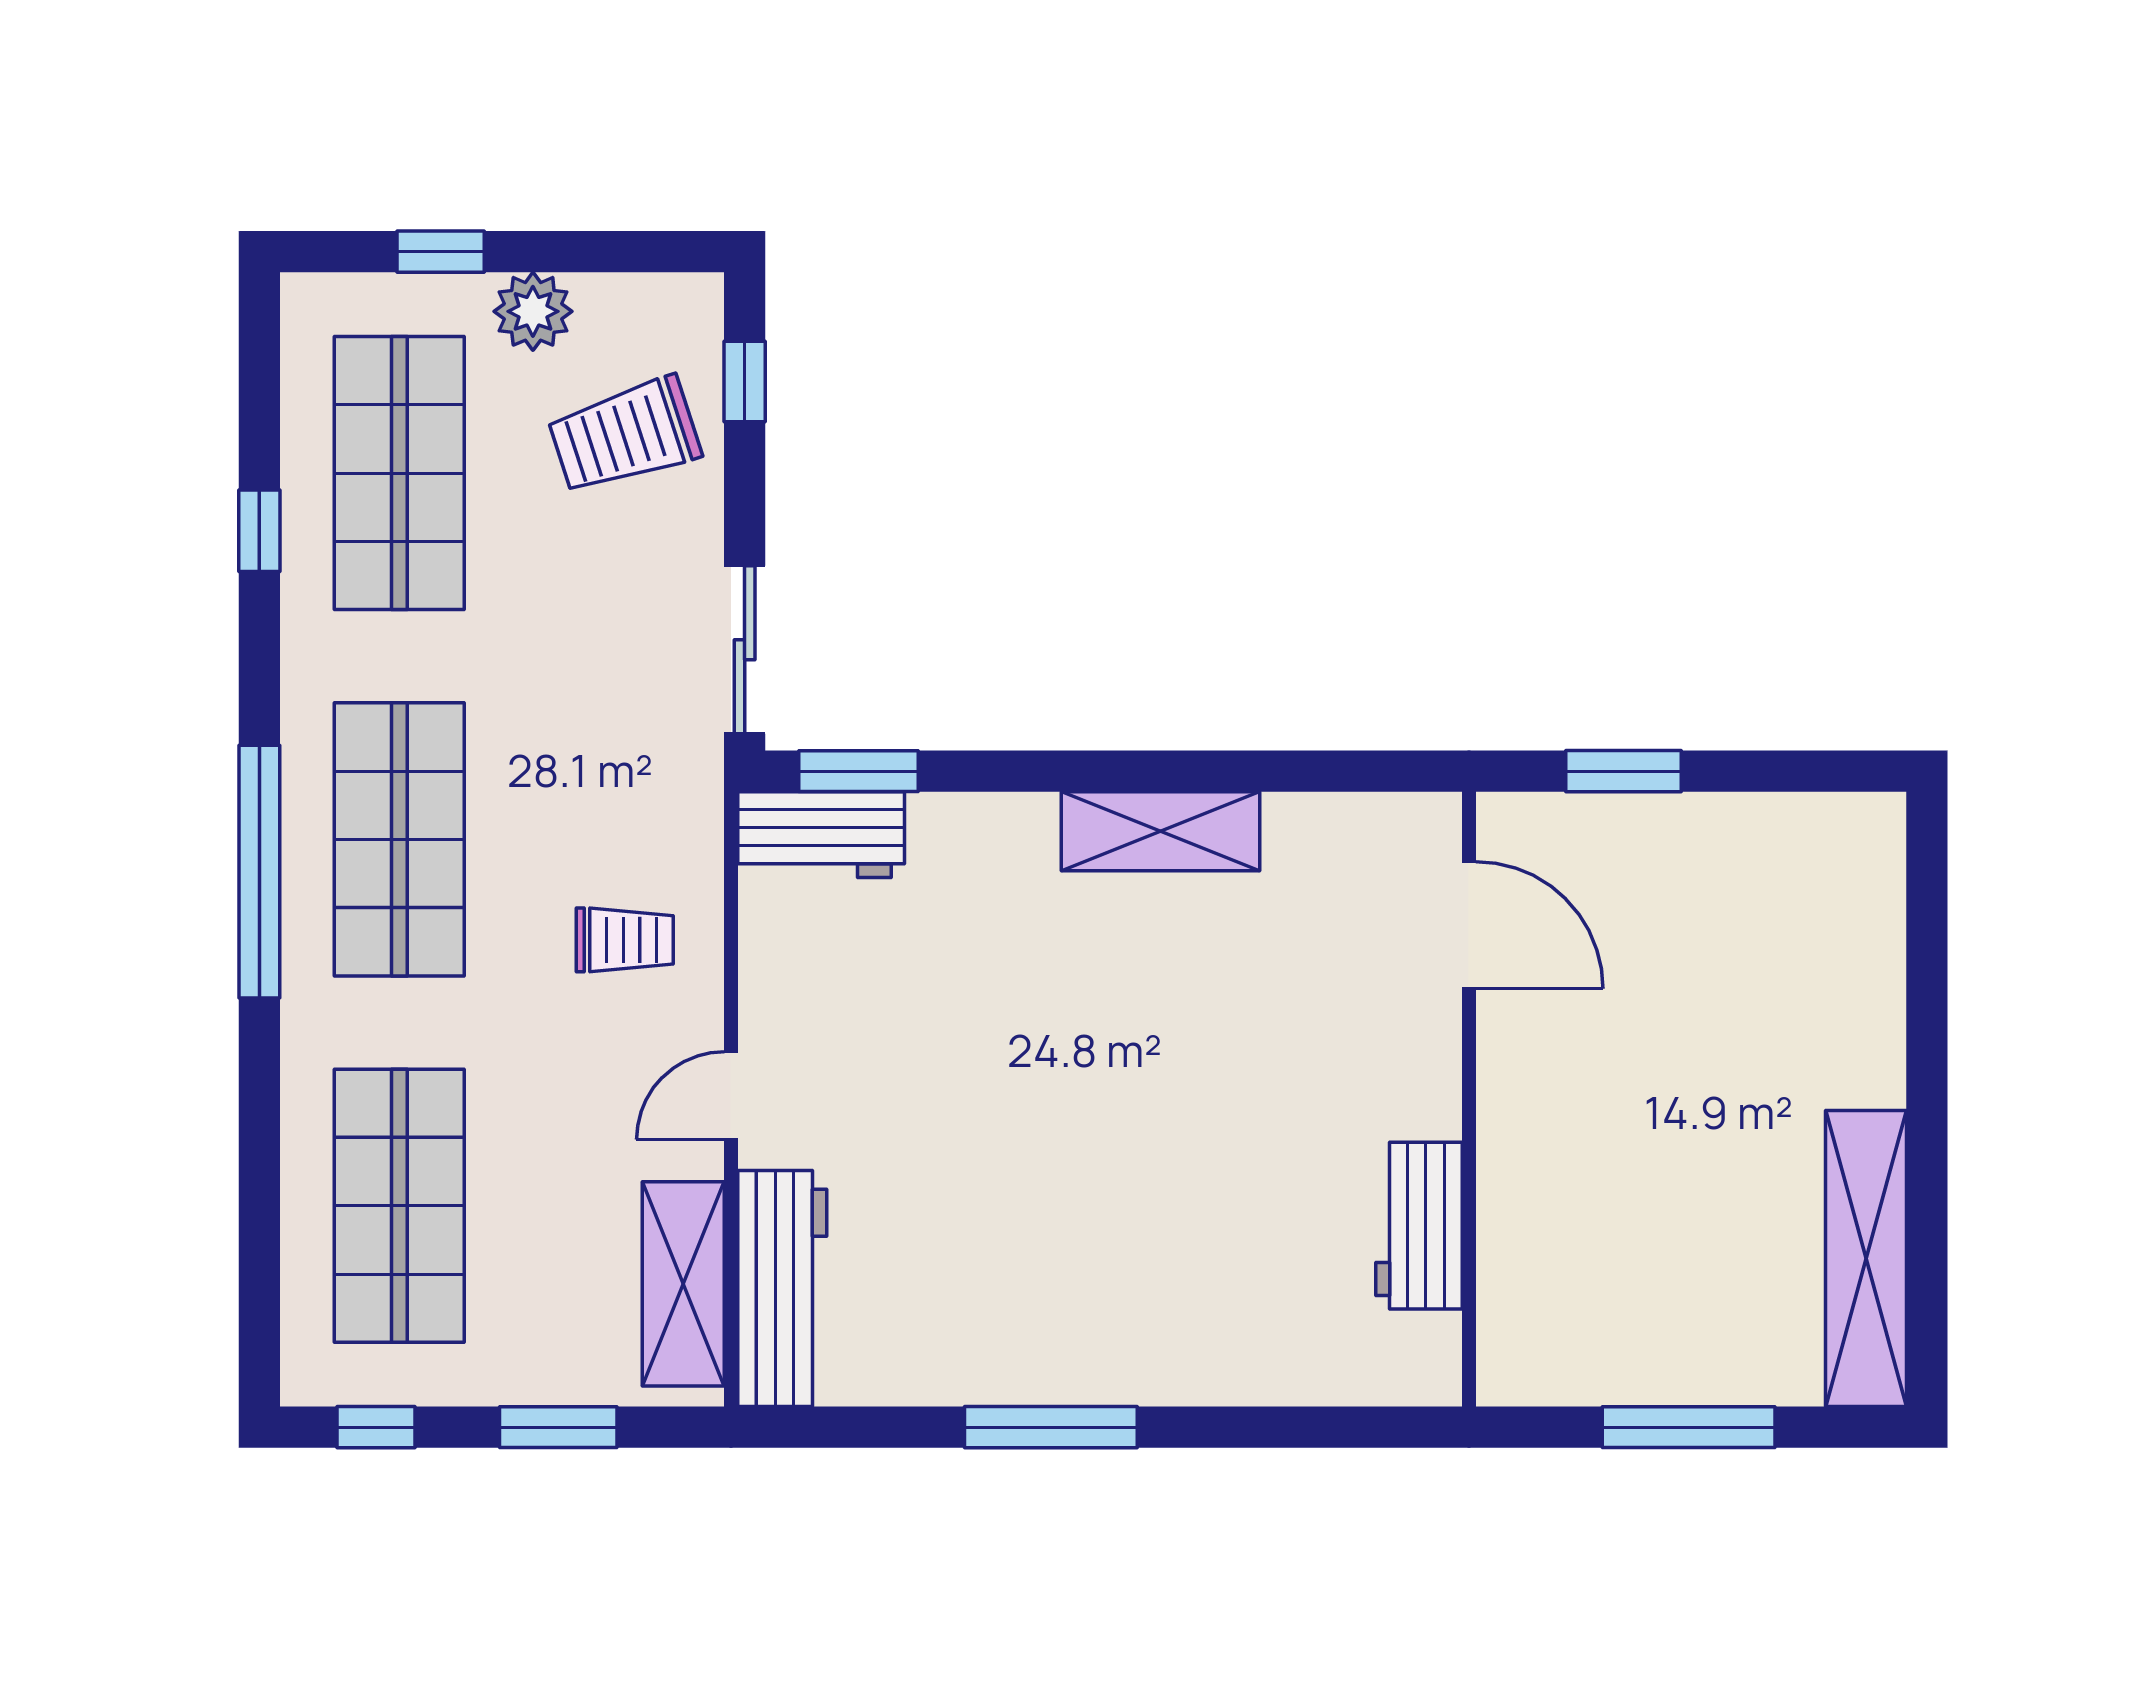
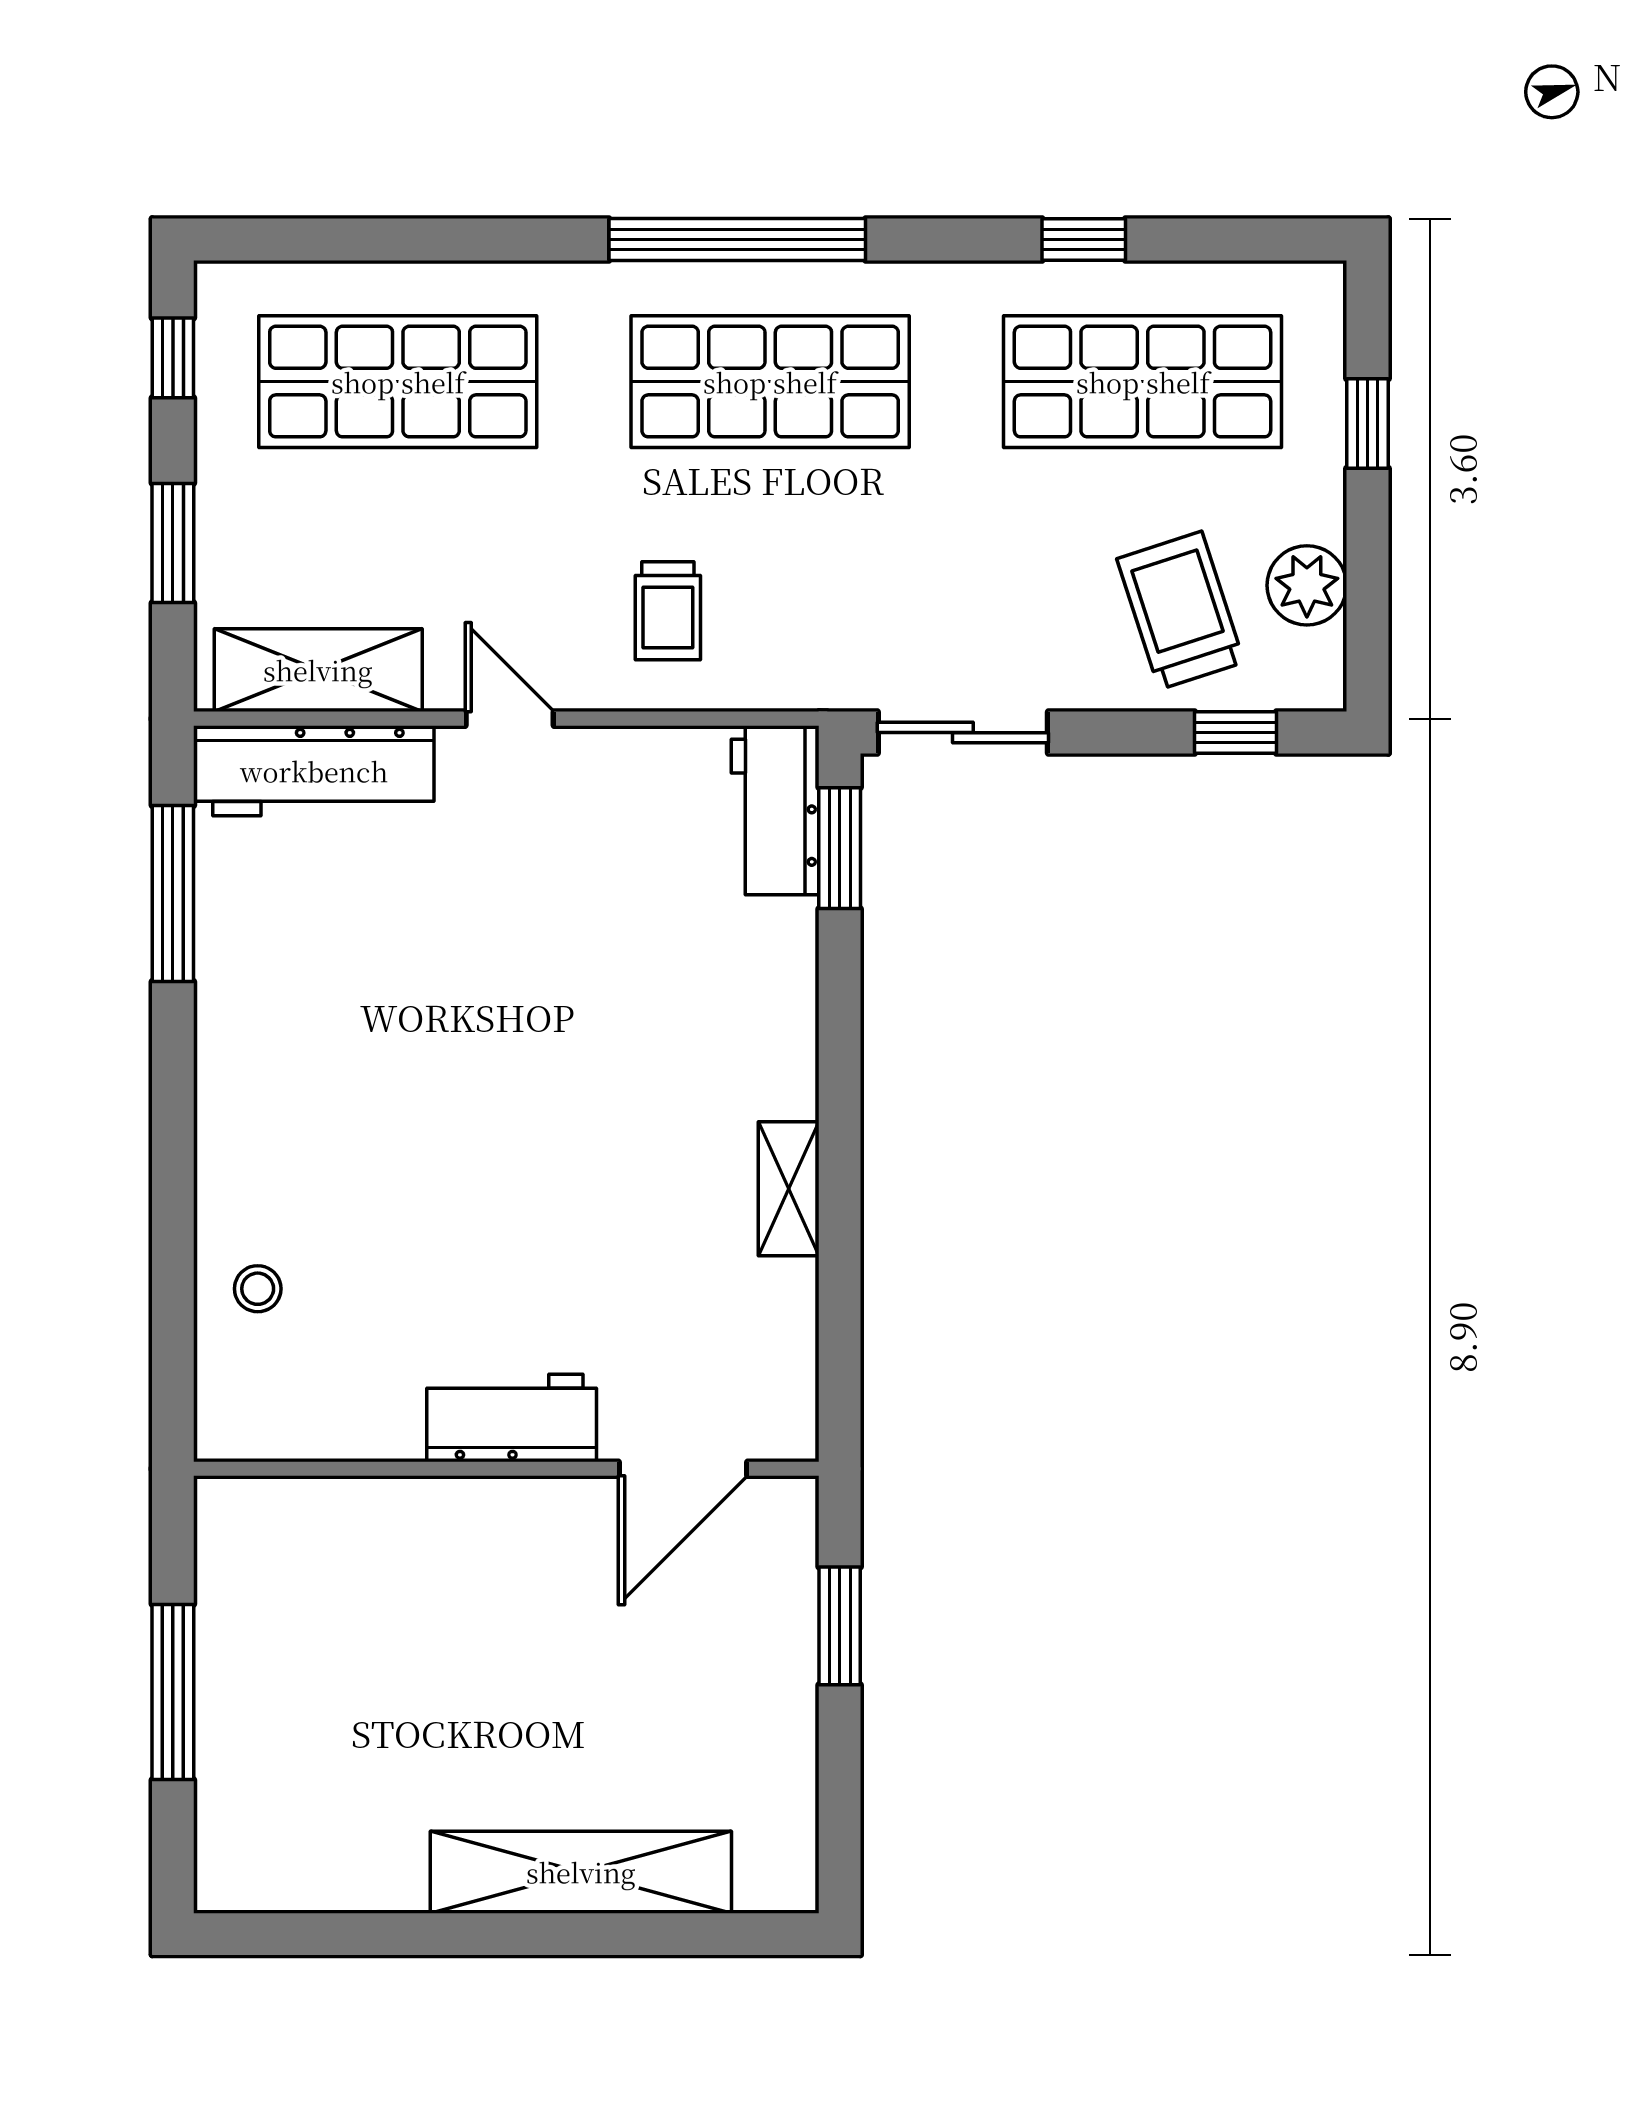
plant: (533, 311) -> (1307, 585), moved
shelving: (1160, 831) -> (789, 1189), width x0.67, depth x0.75
workbench: (1419, 1226) -> (512, 1418), moved
shelving: (1866, 1258) -> (581, 1872), moved
stool: (1292, 1344) -> (258, 1289), added
window: (1051, 1427) -> (173, 894), moved

